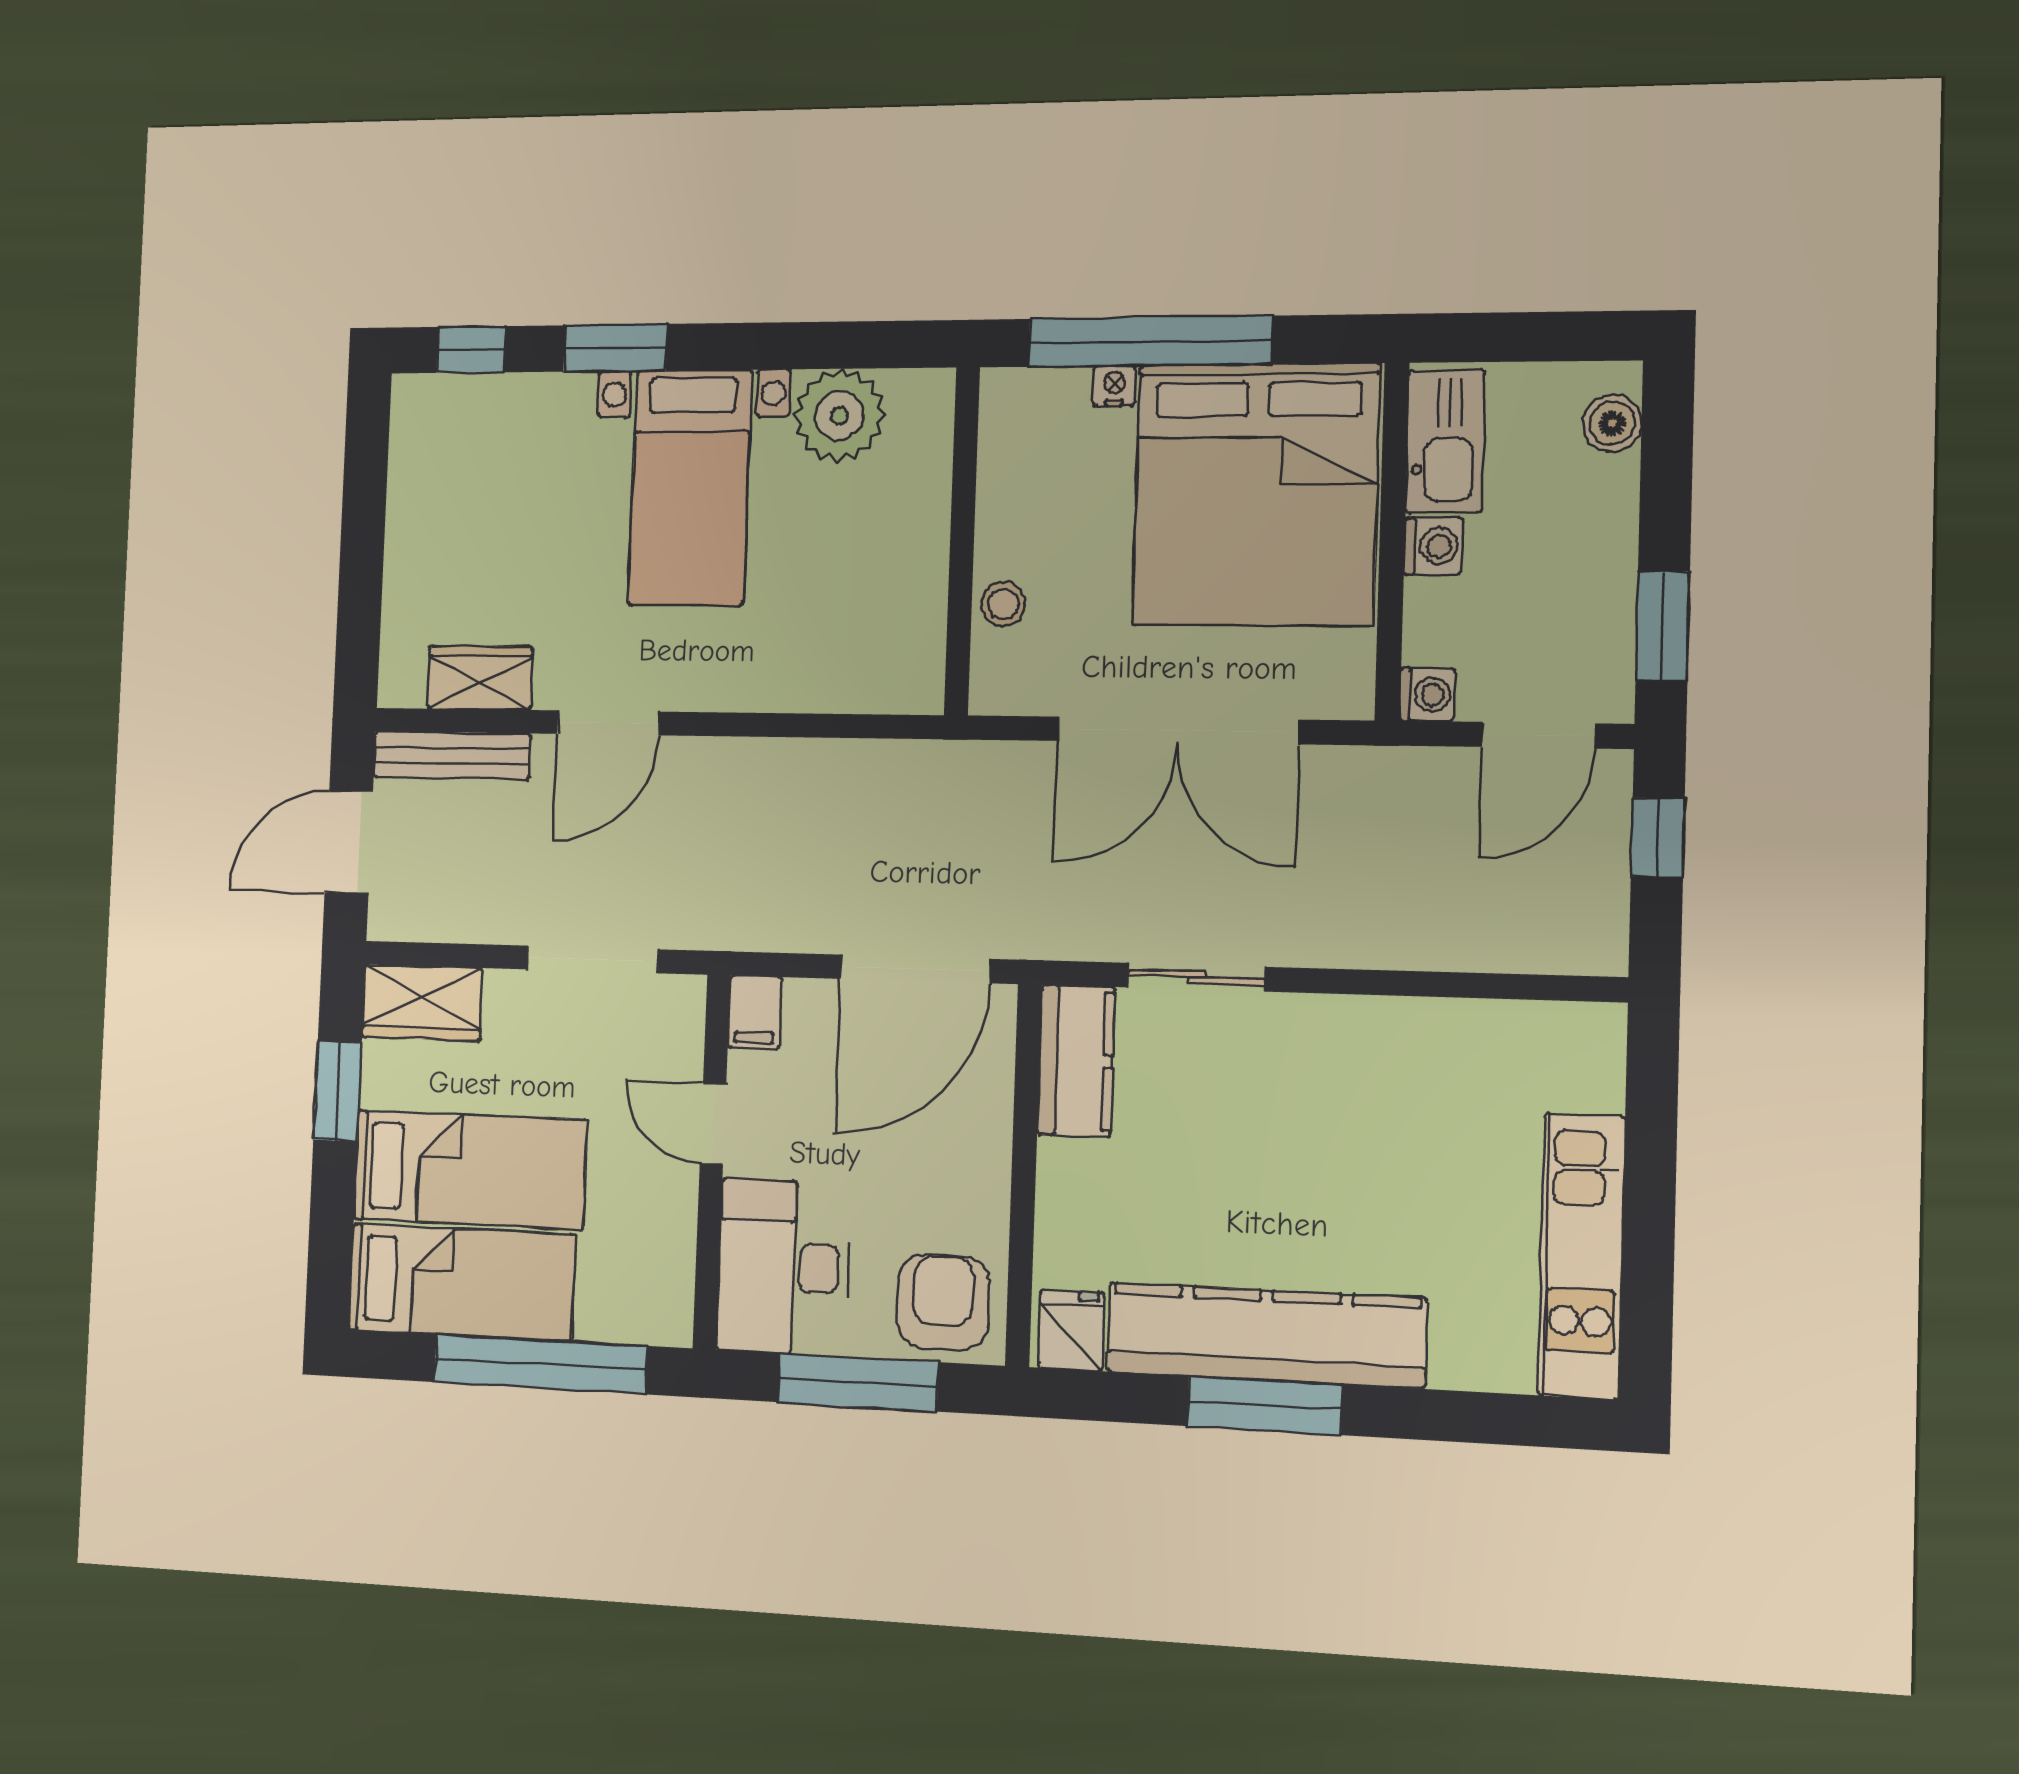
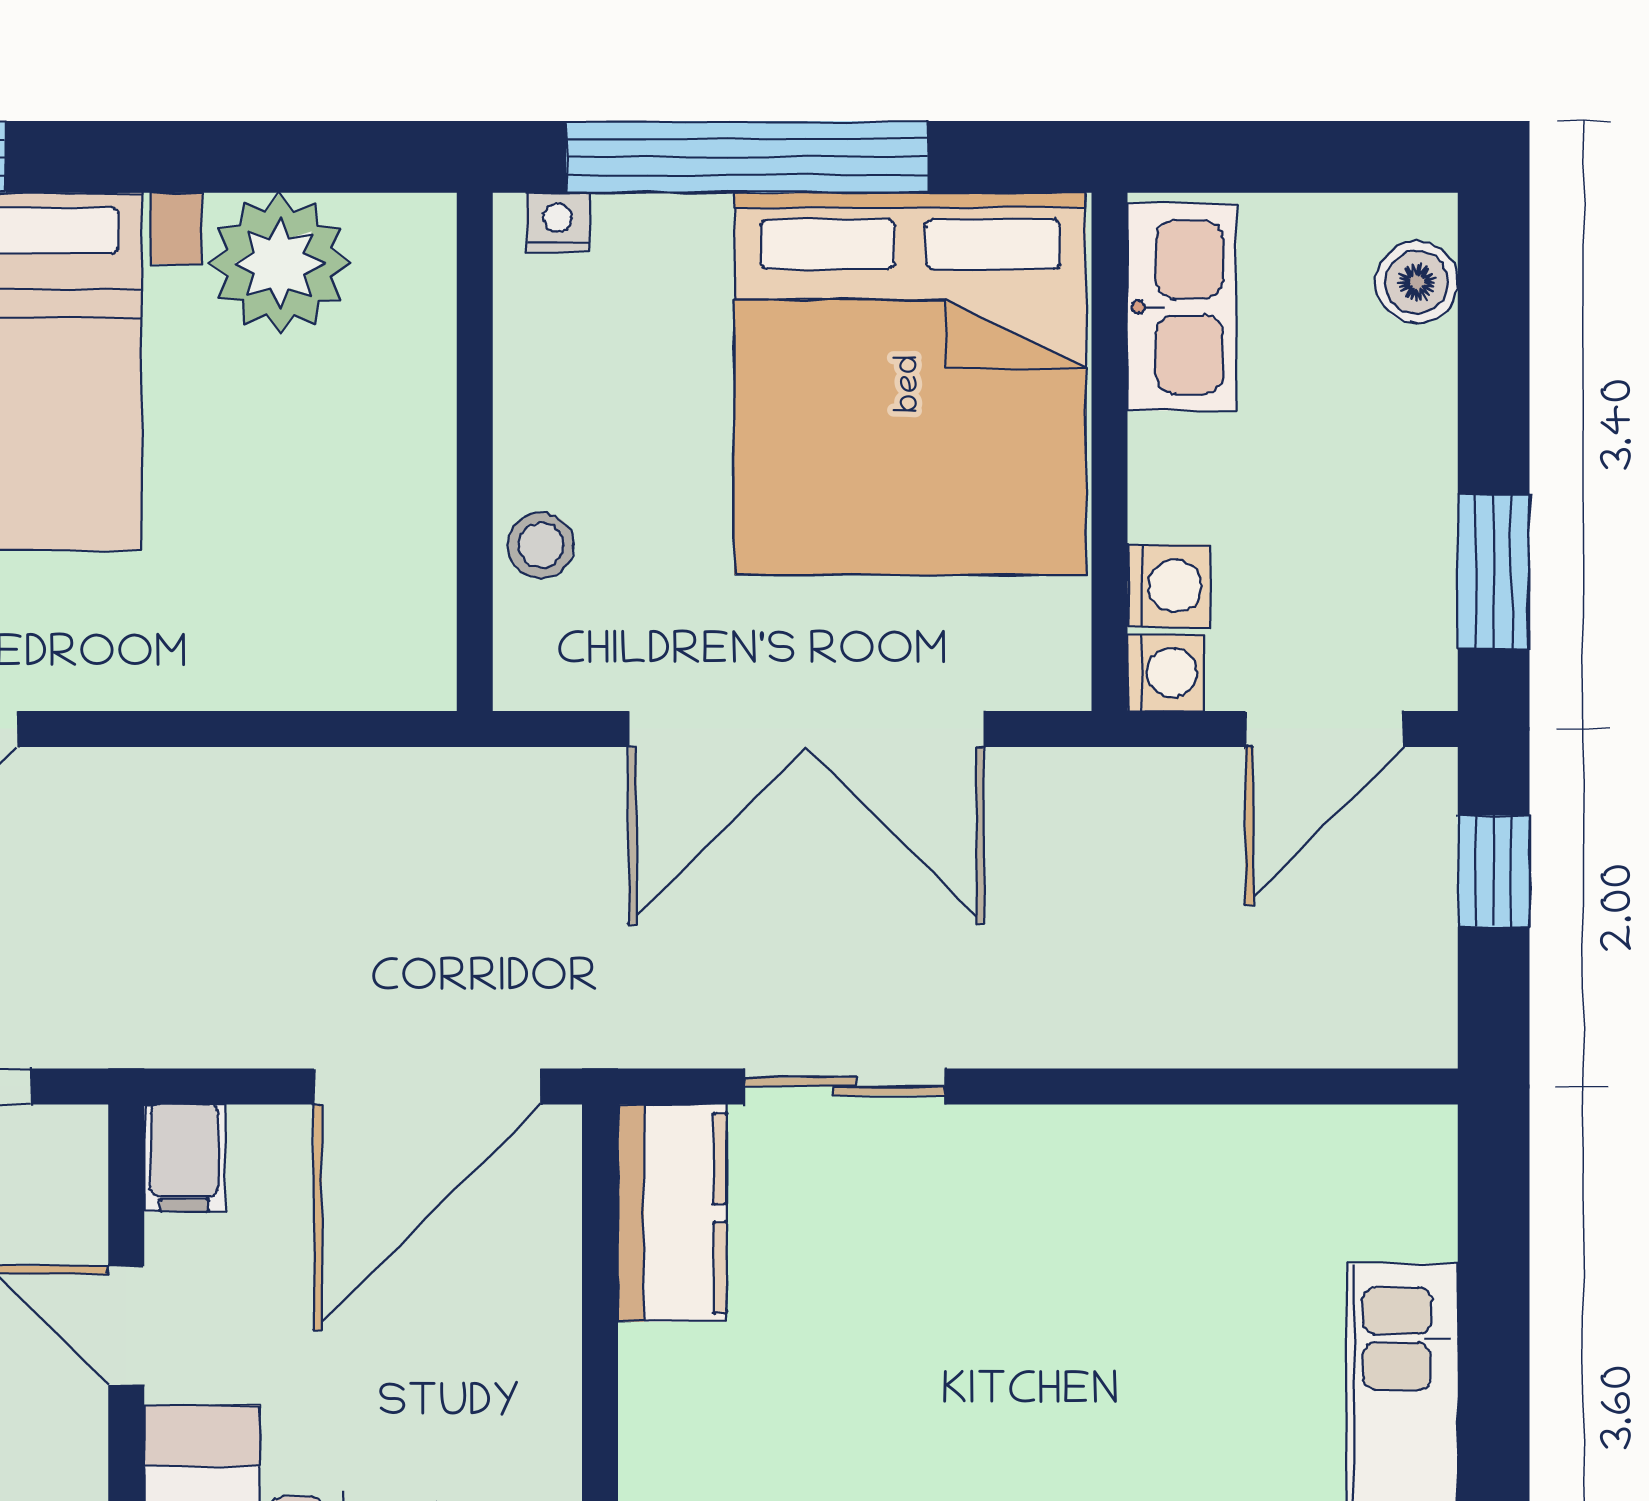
nightstand: (1114, 386) -> (558, 222), moved
washing machine: (1433, 546) -> (1168, 586), moved

